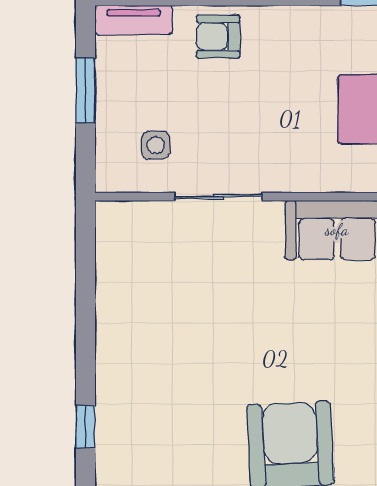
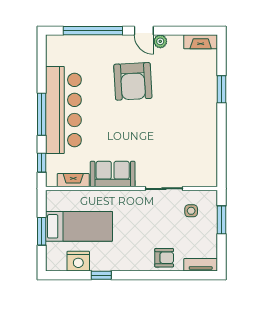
window: (85, 90) -> (221, 220), moved
window: (85, 427) -> (221, 89), width x1.50

